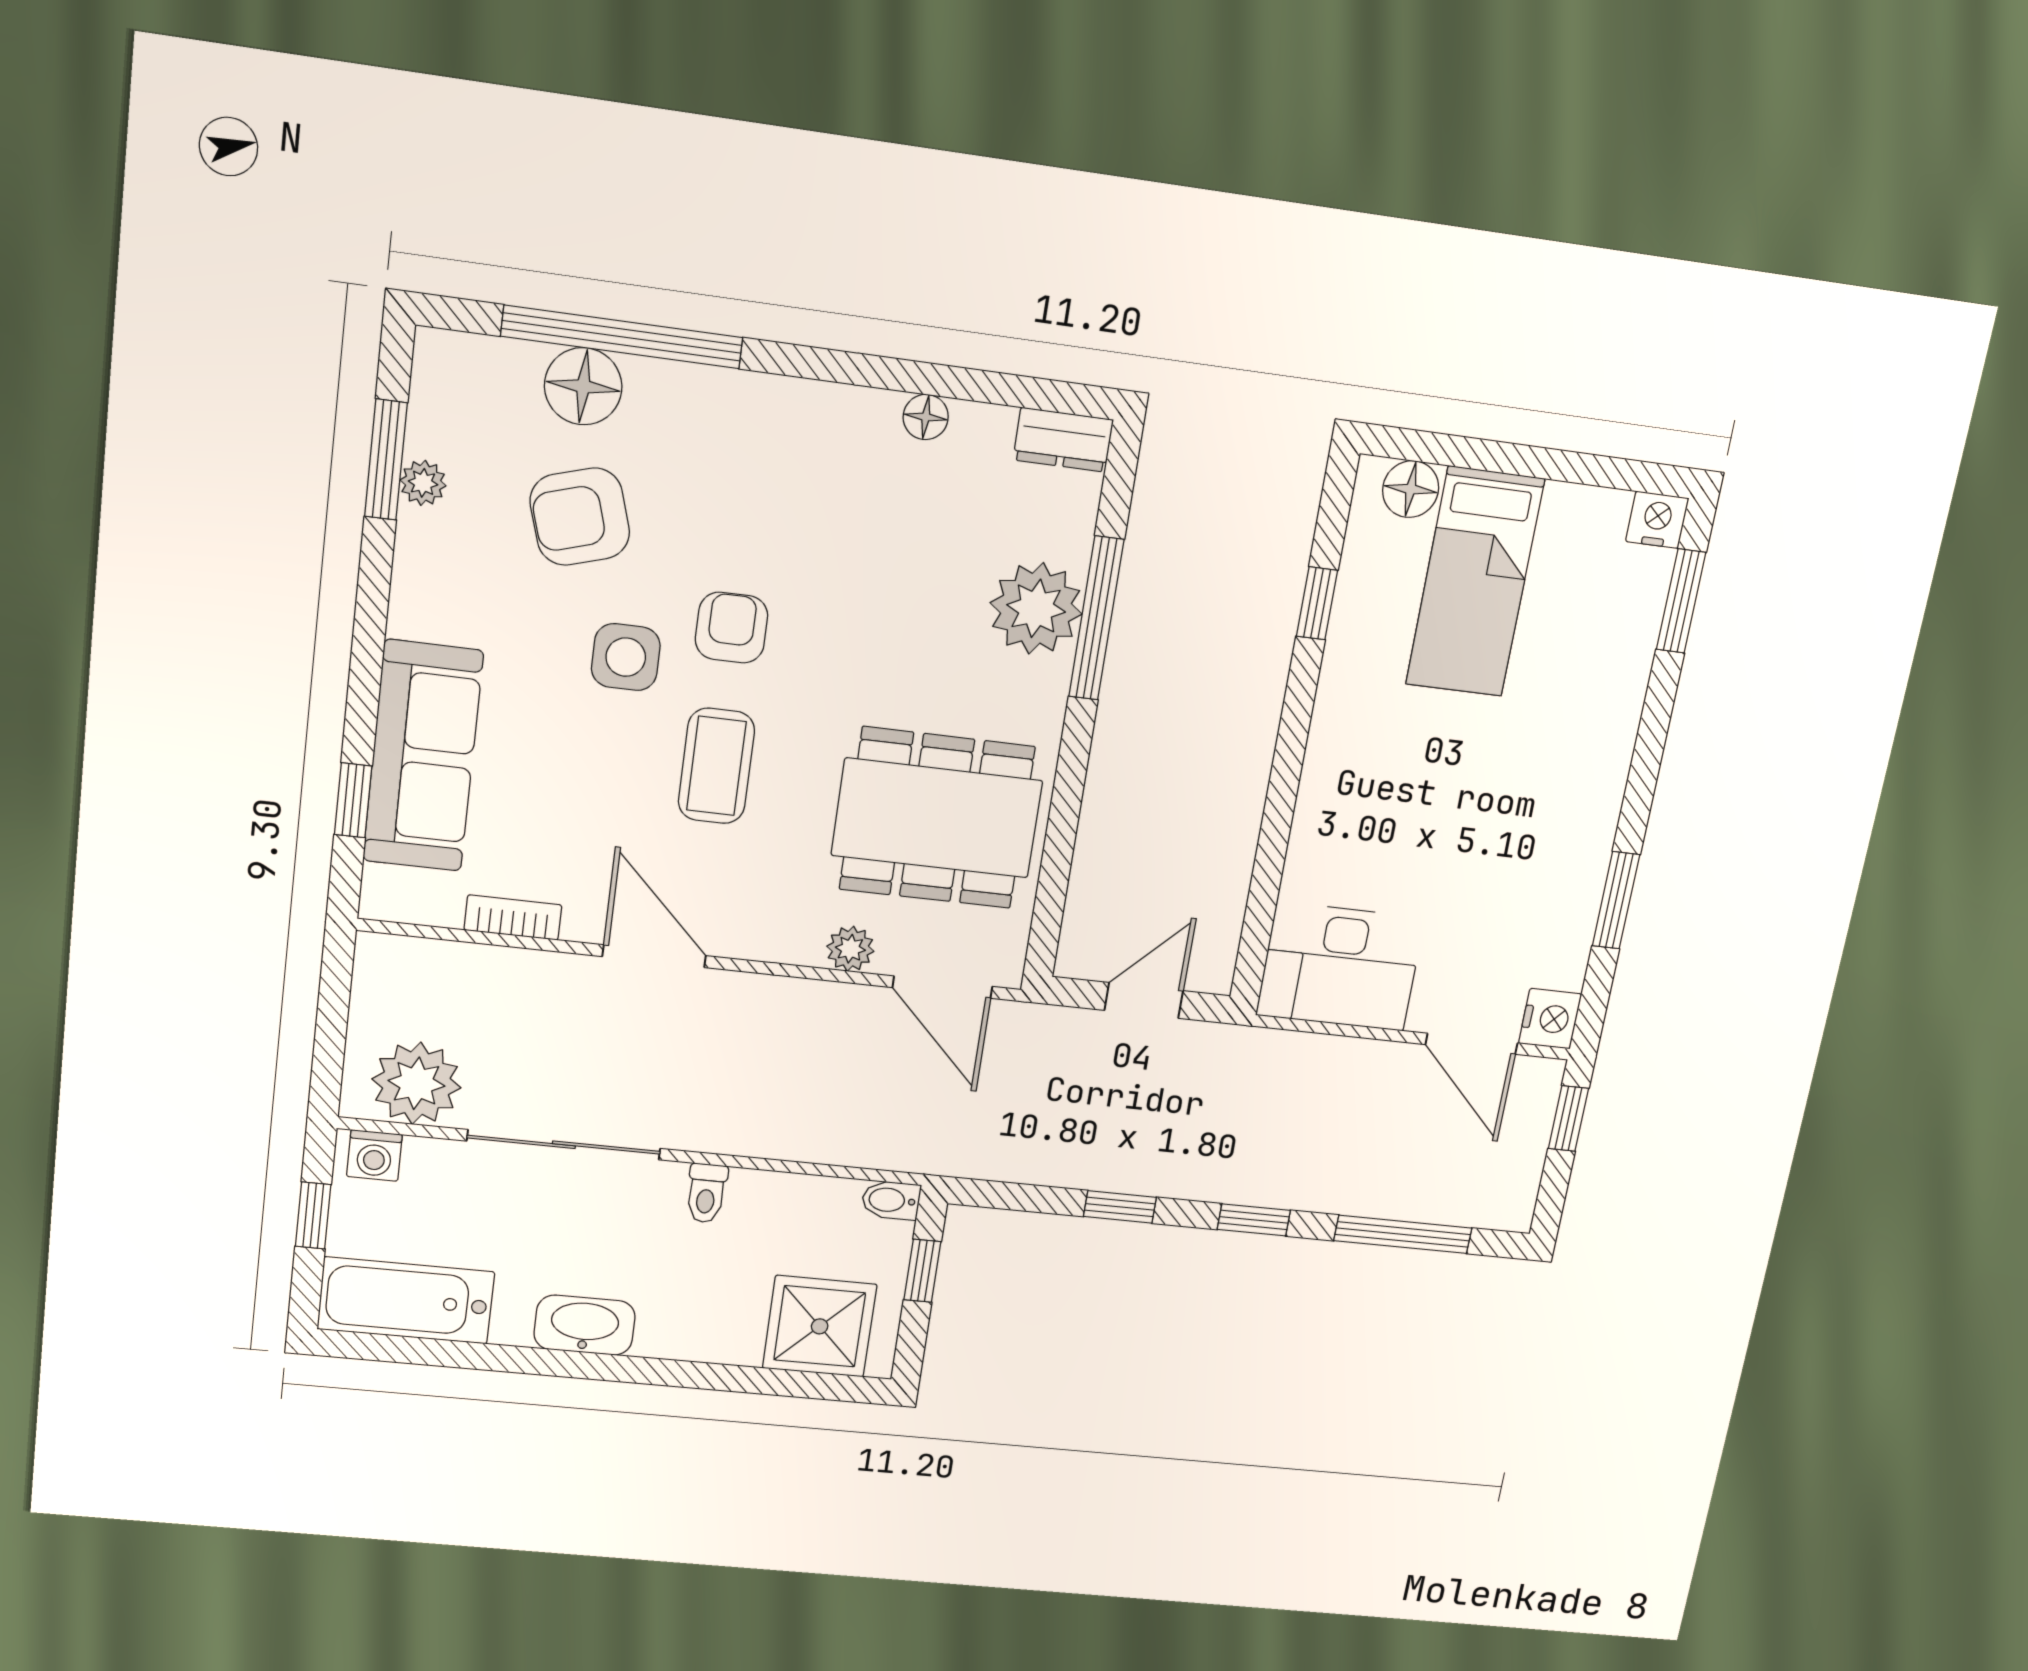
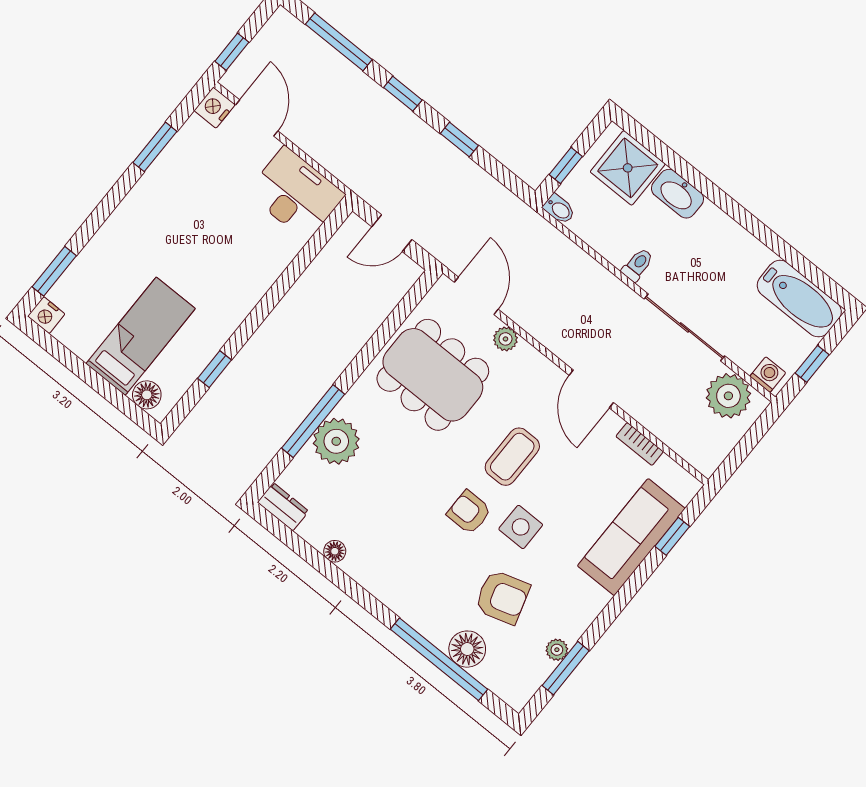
armchair: (731, 628) -> (469, 512), turned 90
washbasin: (585, 1325) -> (677, 194), moved

